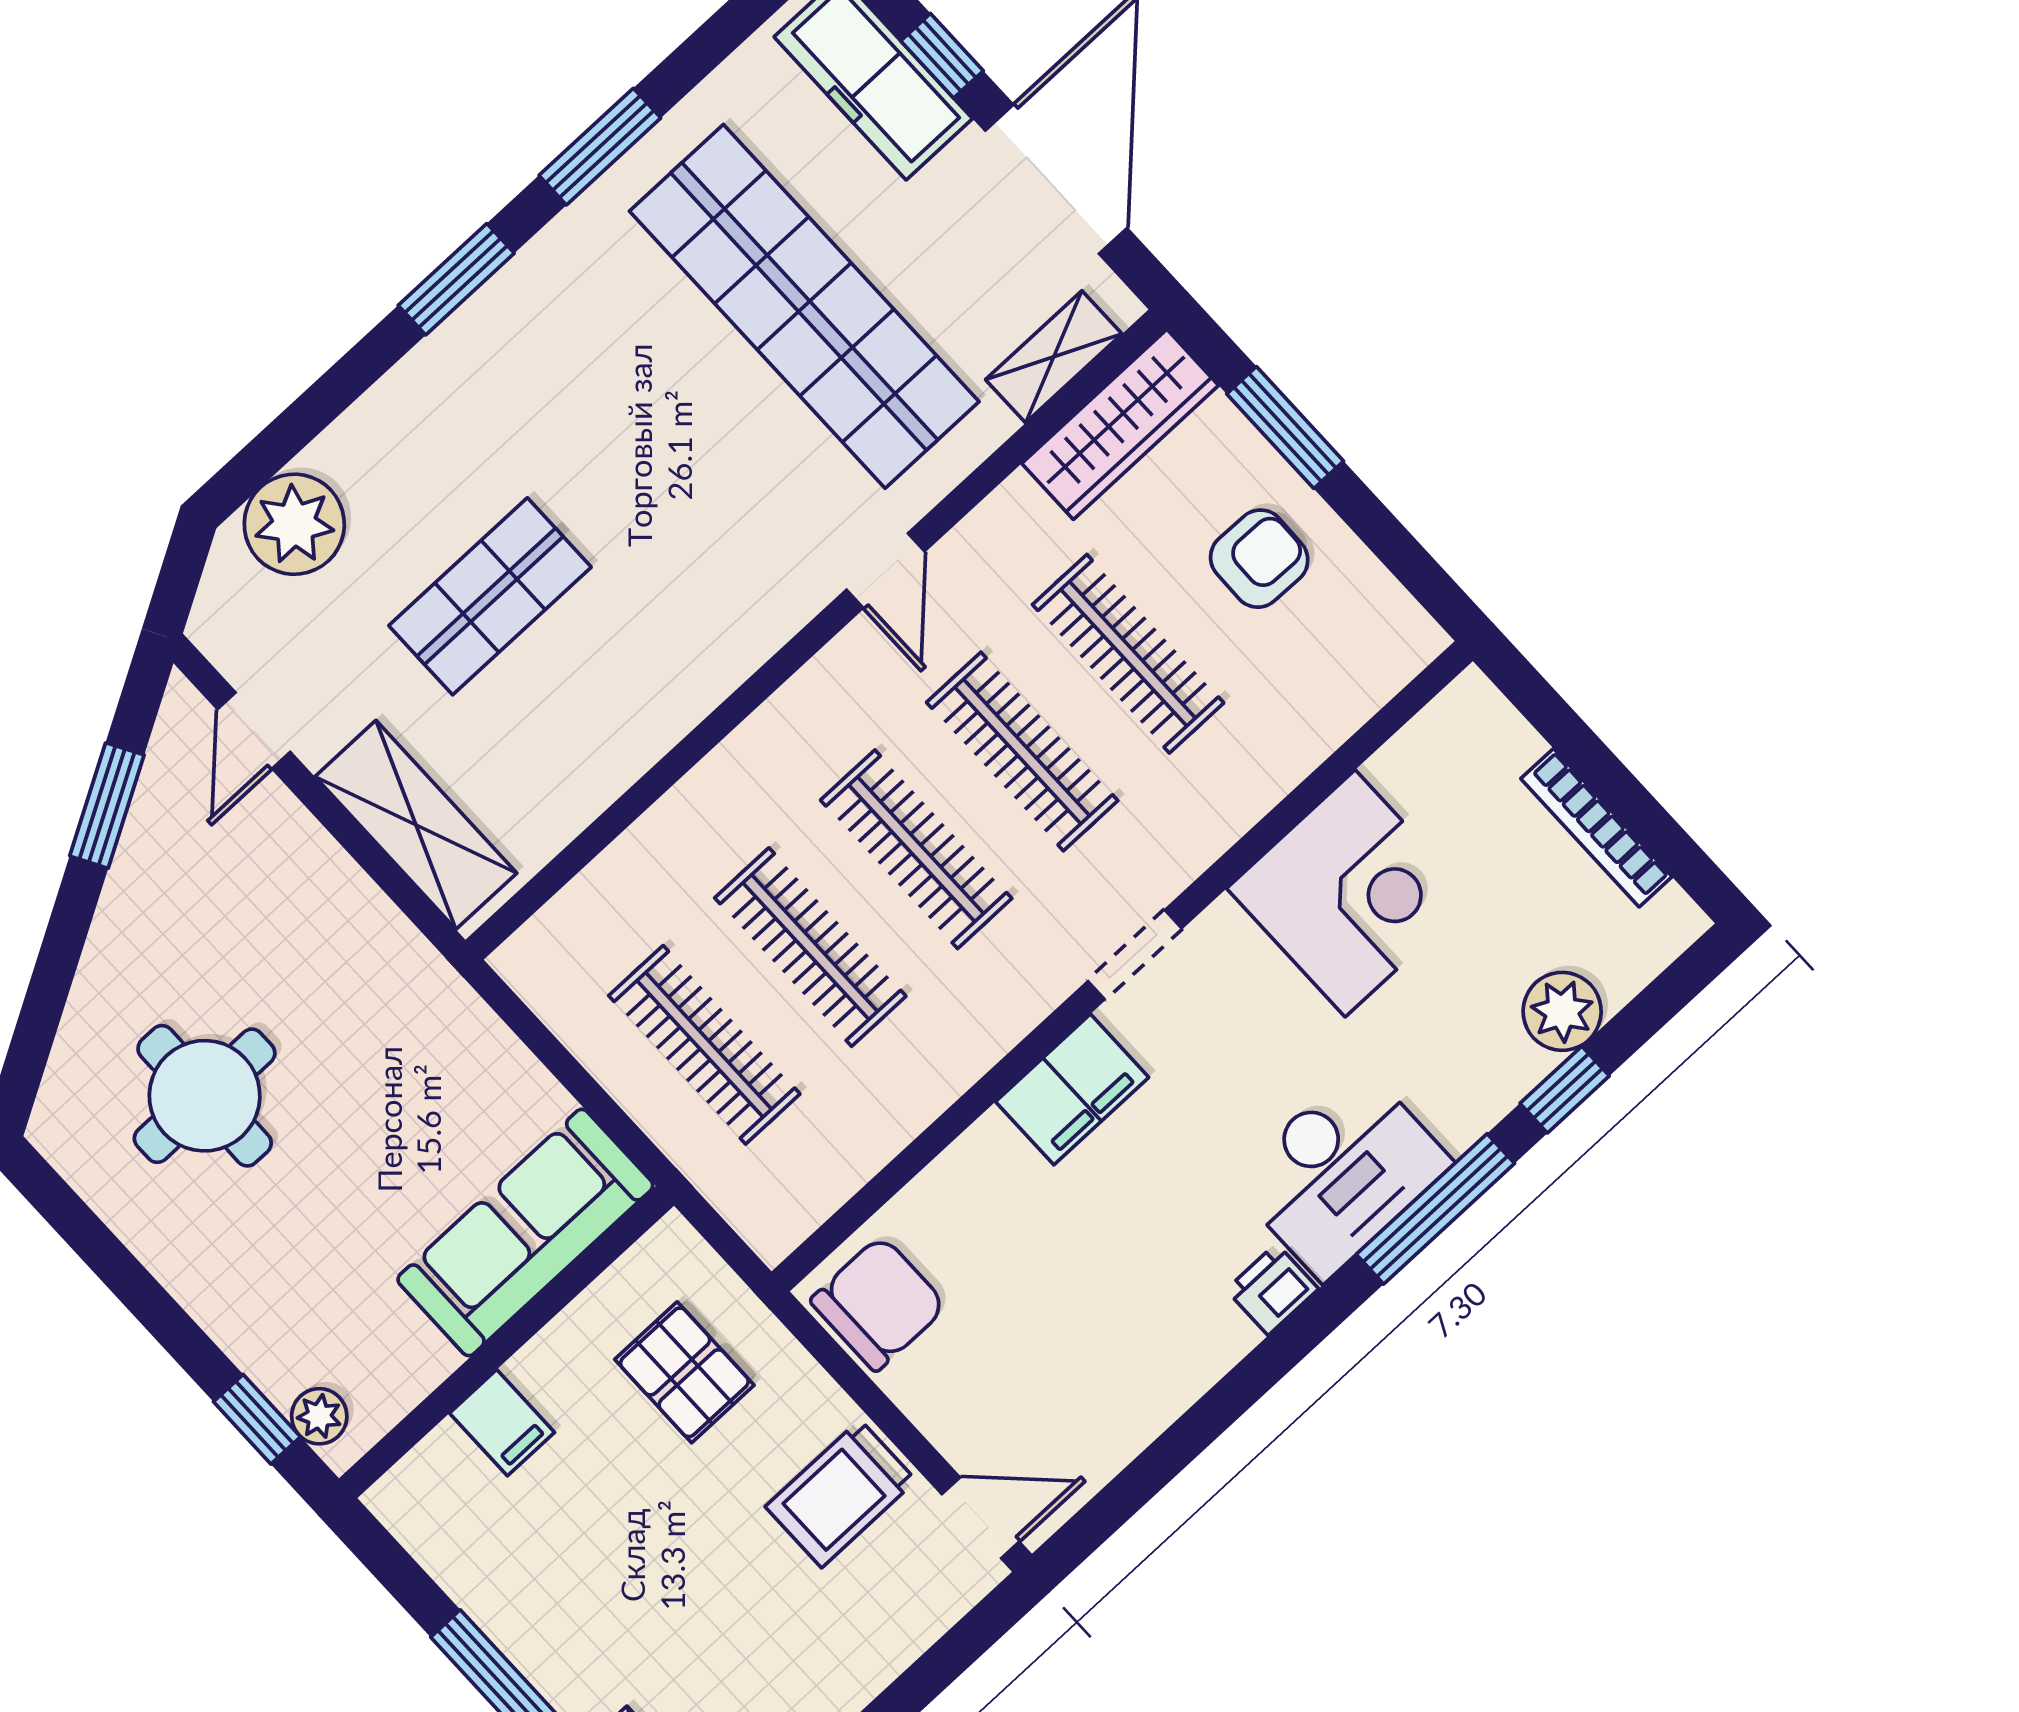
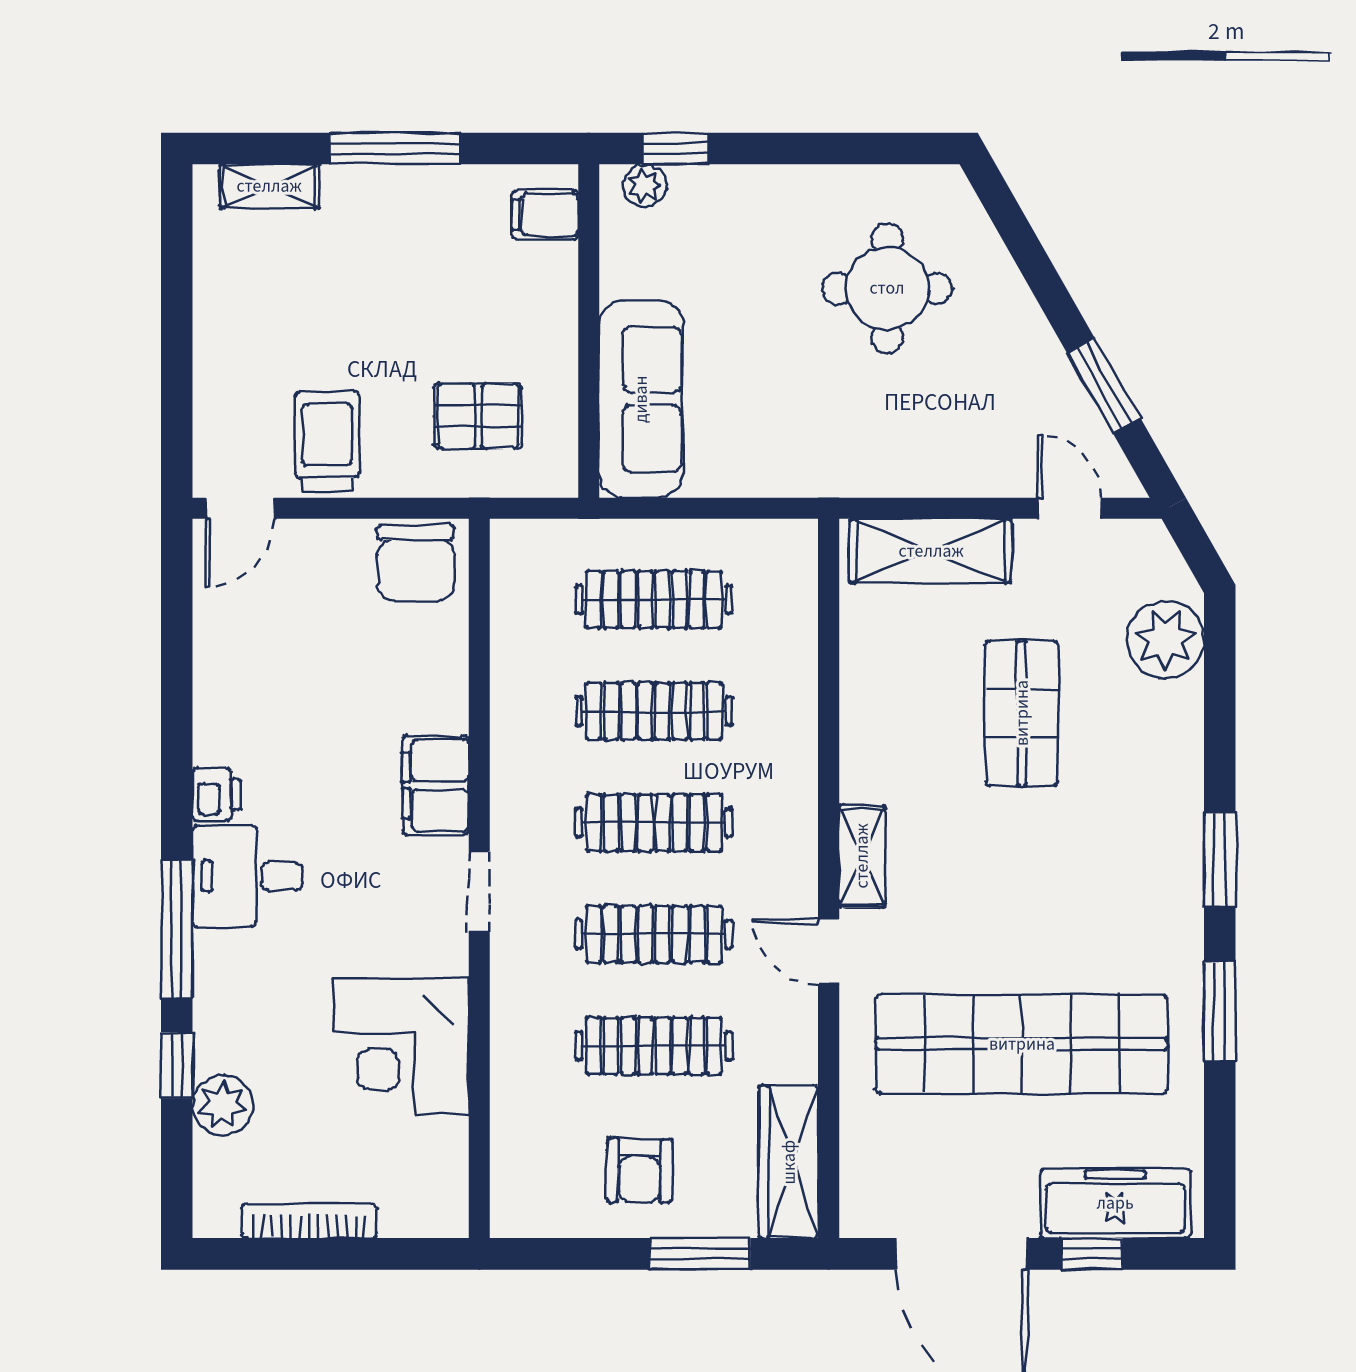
shelving: (1054, 357) -> (862, 856), moved
desk: (1341, 1172) -> (247, 876), width x0.73
filing cabinet: (502, 1423) -> (545, 215), moved

